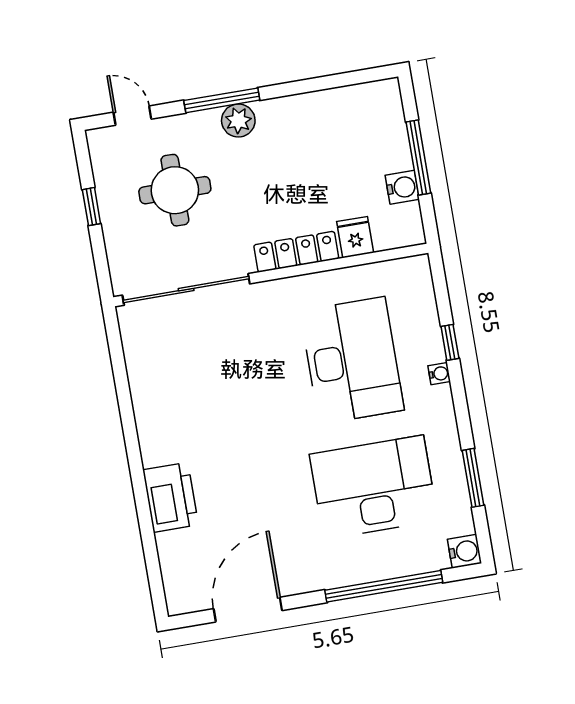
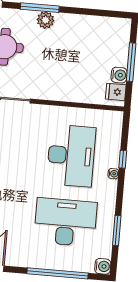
fridge: (355, 237) -> (116, 92), moved, turned -90
locker: (296, 252) -> (57, 94), removed

